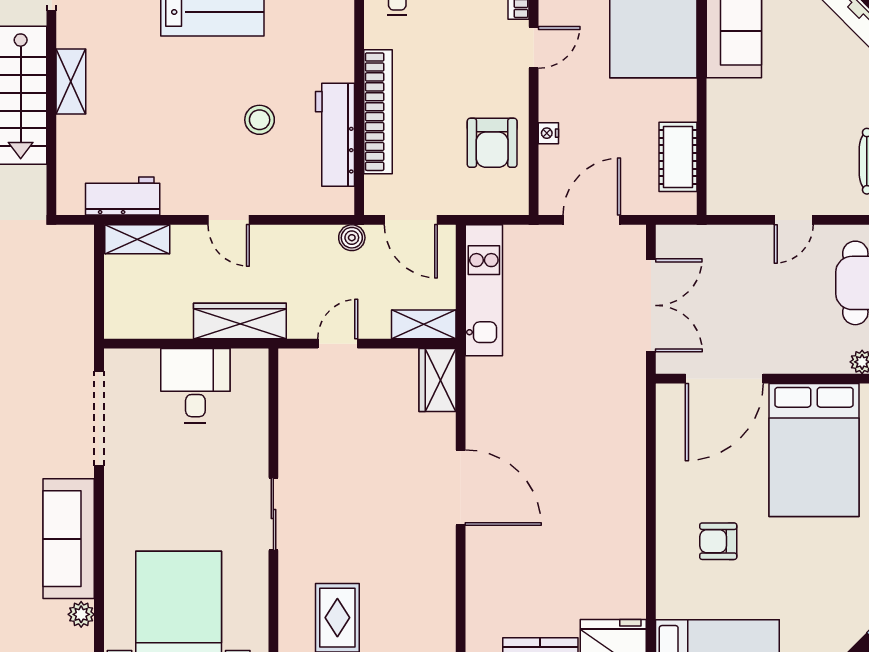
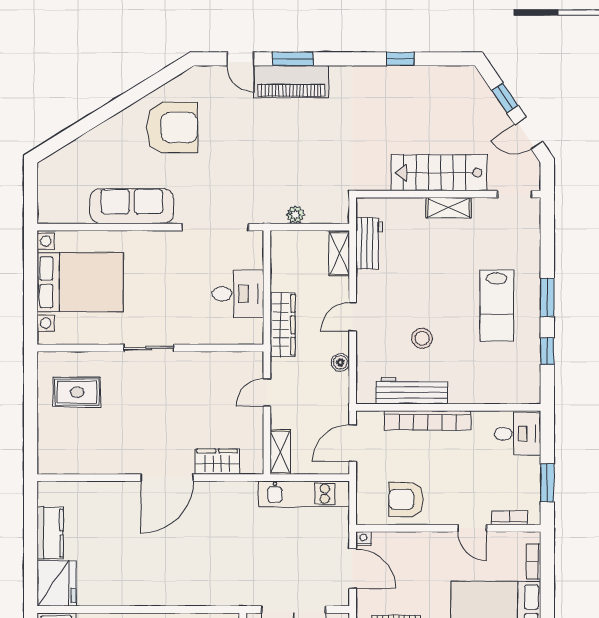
nightstand: (548, 133) -> (363, 538), moved
boiler: (352, 238) -> (340, 362), moved
door: (338, 344) -> (267, 393), swing flipped
wardrobe: (437, 380) -> (217, 462), moved
plant: (81, 614) -> (295, 215), moved

